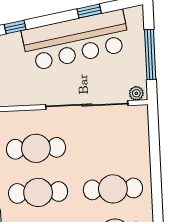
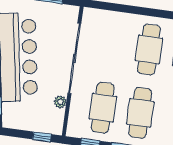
plant: (136, 93) -> (60, 102), moved

